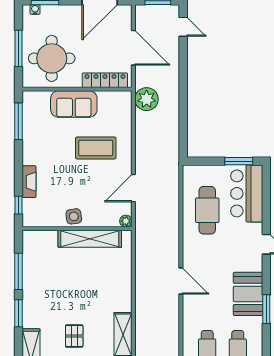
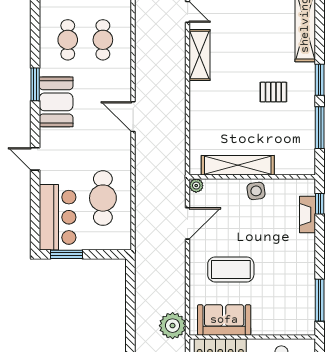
sofa: (74, 104) -> (224, 320), moved
fireplace: (29, 182) -> (307, 214), moved
pallet: (74, 336) -> (273, 92), moved, turned 90

